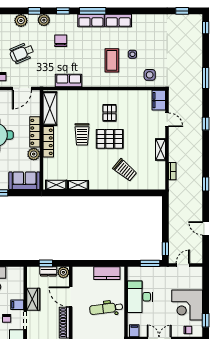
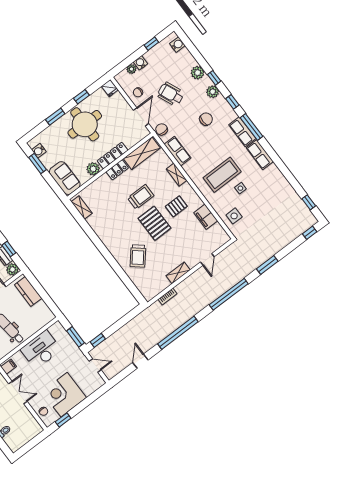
coffee table: (112, 60) -> (222, 175), width x1.36, depth x1.32
chair: (43, 80) -> (162, 129), added
door: (22, 88) -> (141, 117), swing flipped
filing cabinet: (159, 100) -> (206, 217), moved, turned -90
window: (206, 124) -> (229, 294), width x3.17
trolley: (82, 134) -> (141, 197), turned 180
locker: (48, 142) -> (117, 170), width x0.66
window: (206, 184) -> (178, 333), width x3.17
shelving: (78, 185) -> (177, 175), moved
kitchen counter: (107, 273) -> (28, 291), moved

